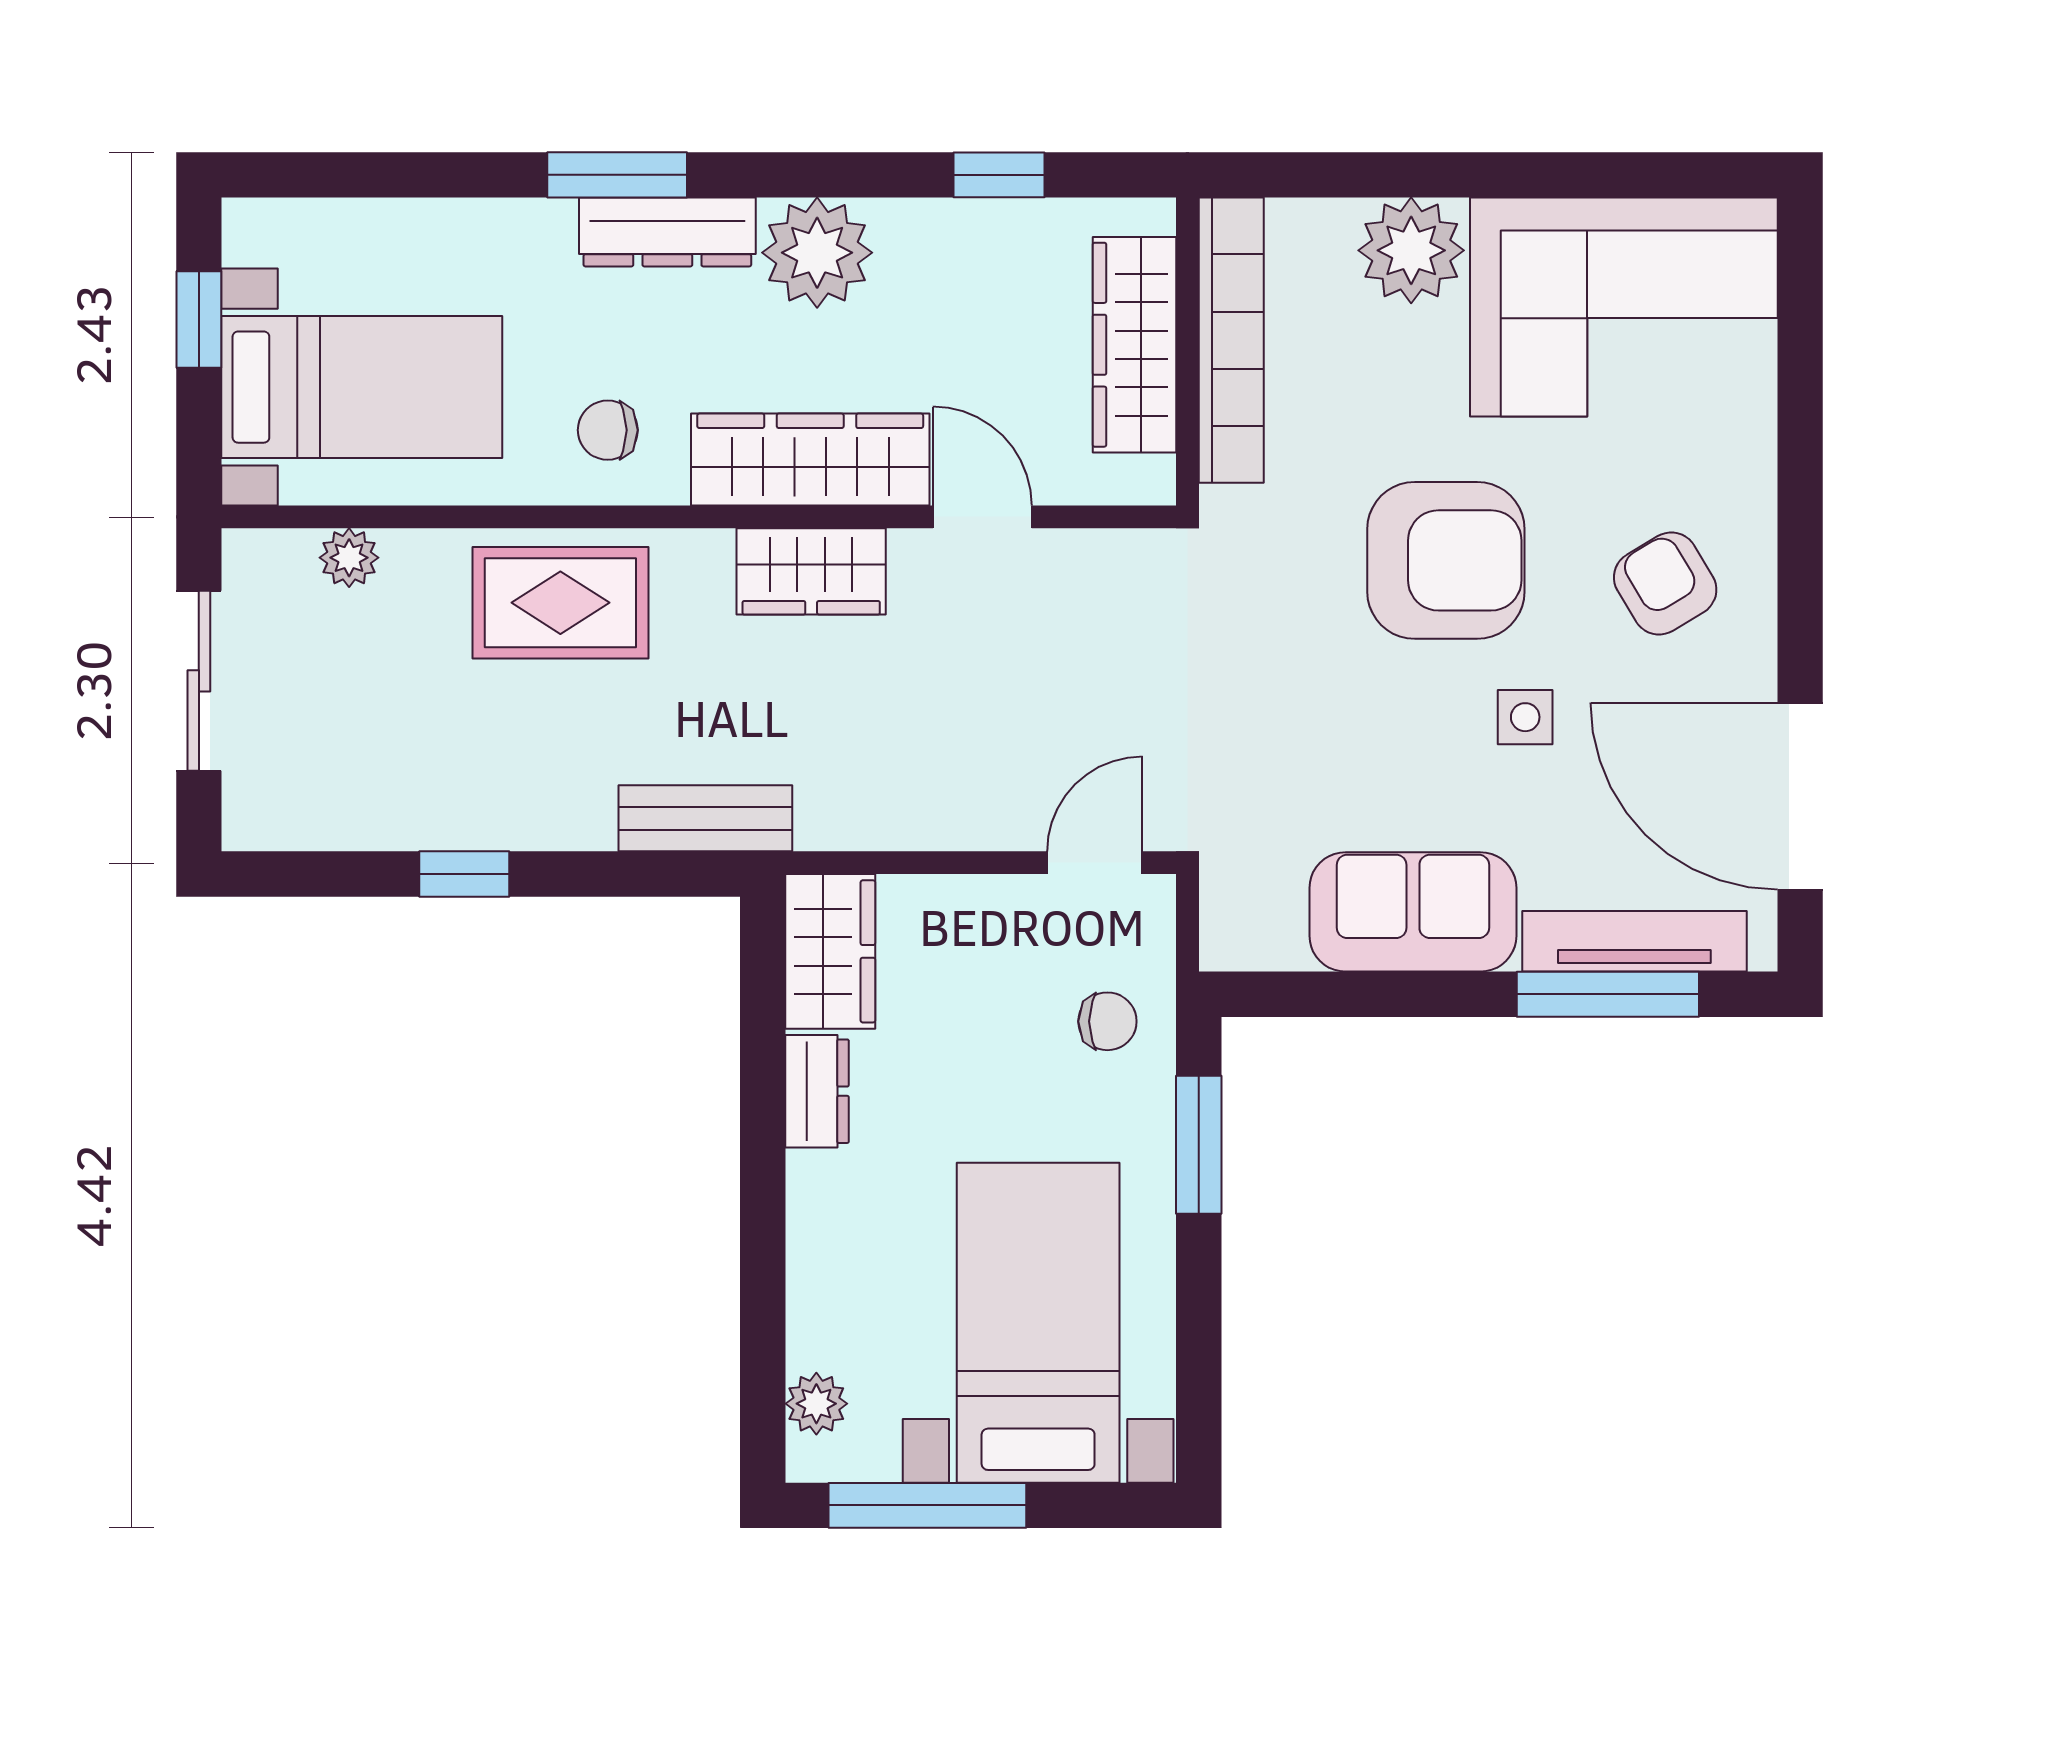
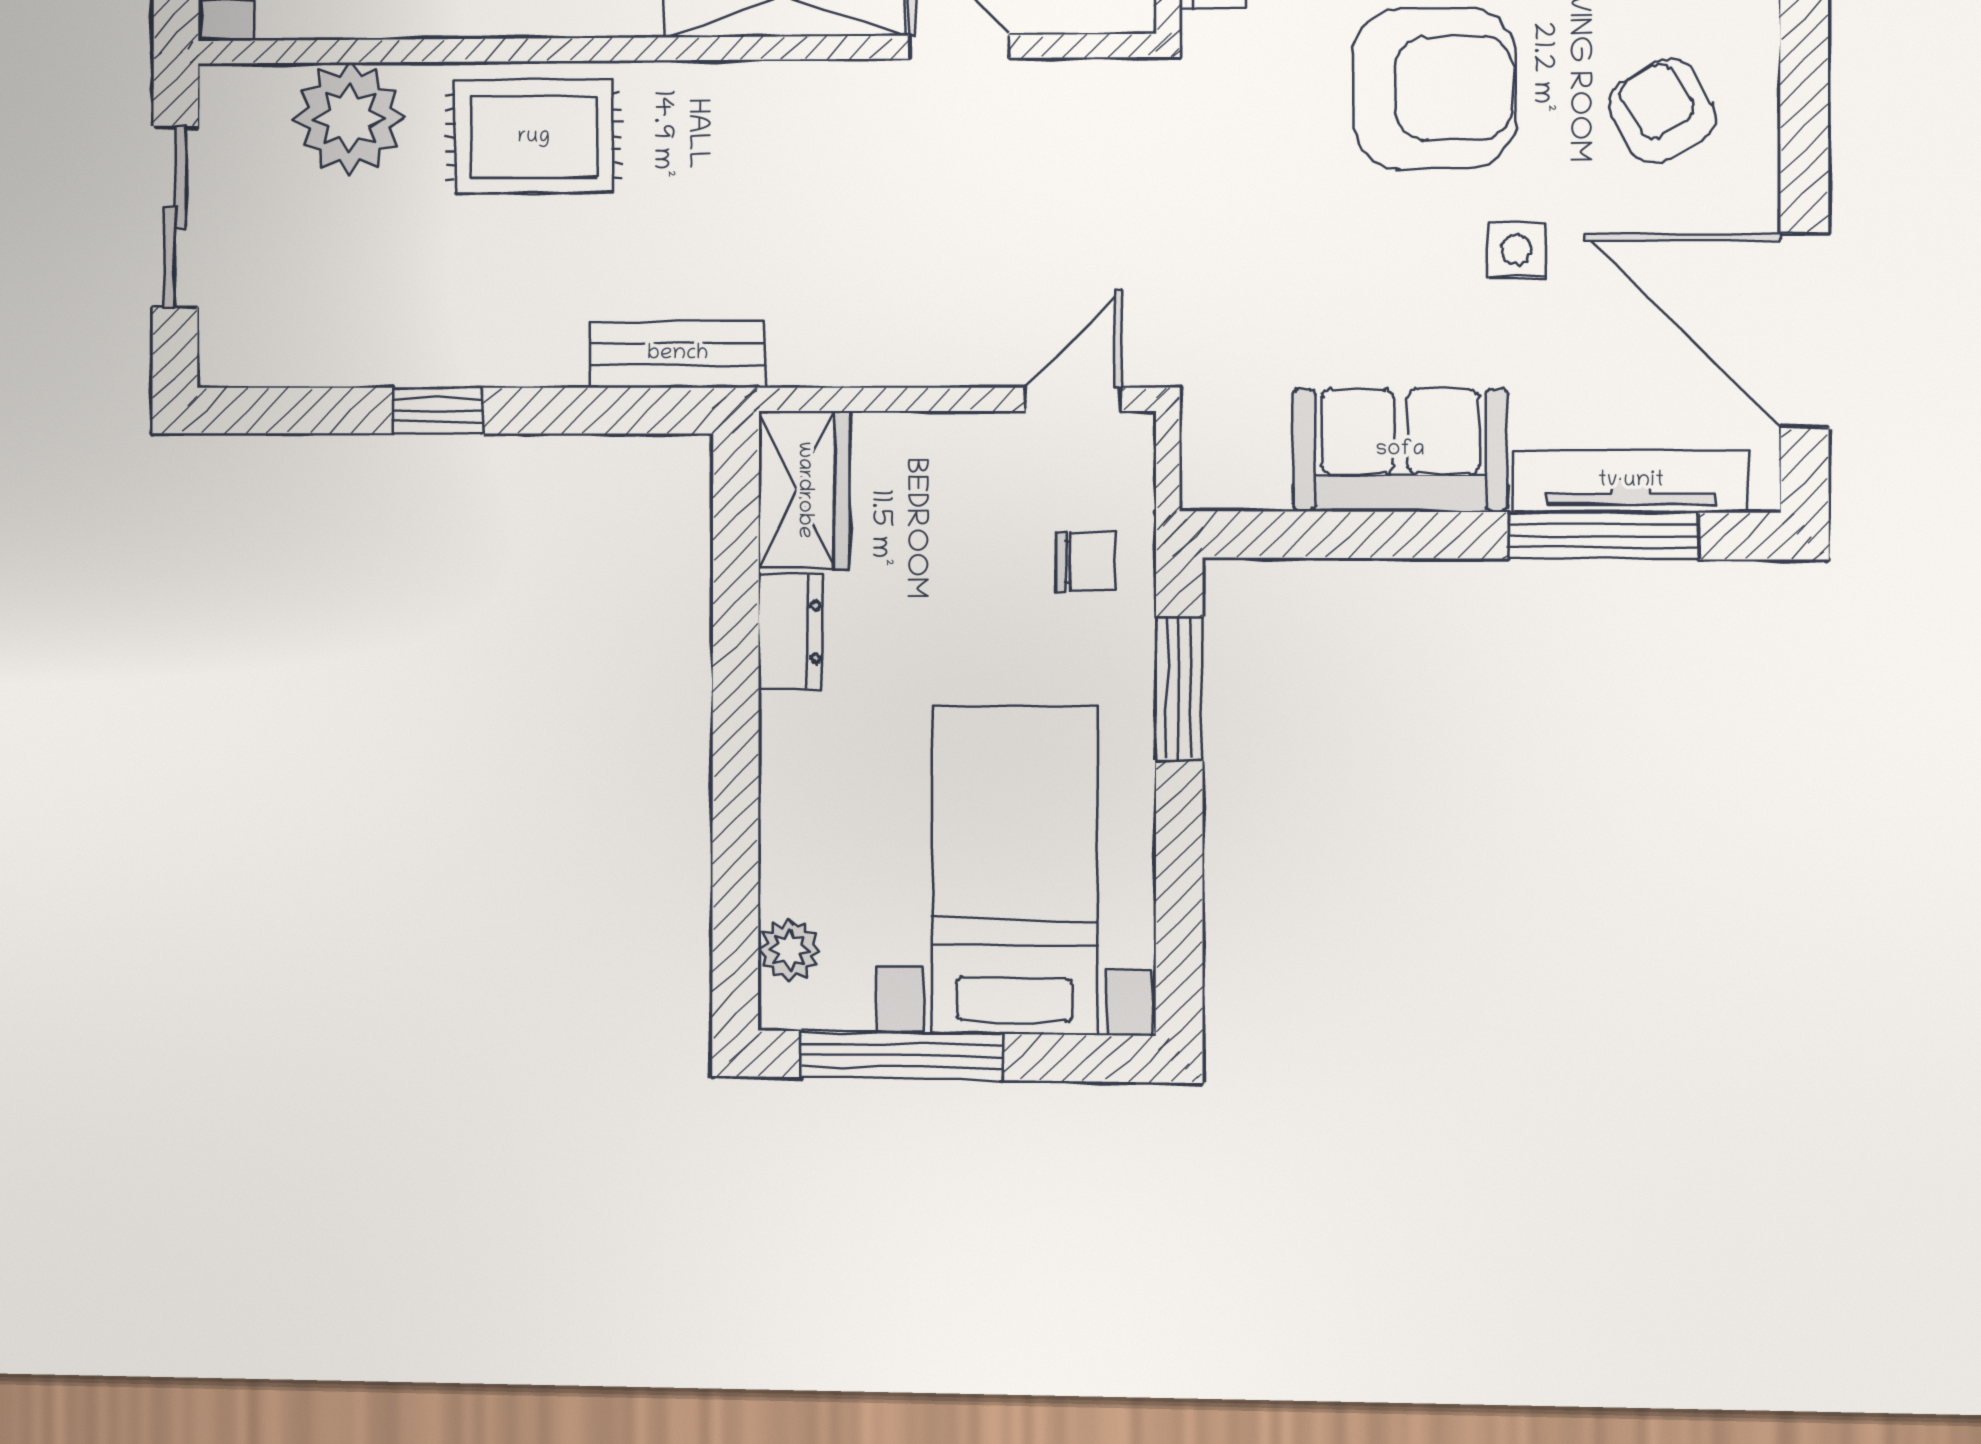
plant: (349, 558) -> (349, 118), width x1.88, depth x1.88
wardrobe: (811, 571) -> (785, 103), removed

